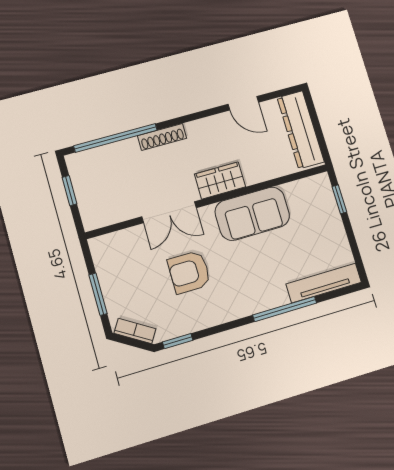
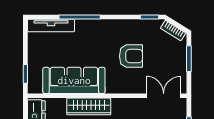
wardrobe: (220, 180) -> (89, 106), width x1.50
double door: (169, 212) -> (164, 96), moved
sofa: (252, 214) -> (74, 80), width x1.36

